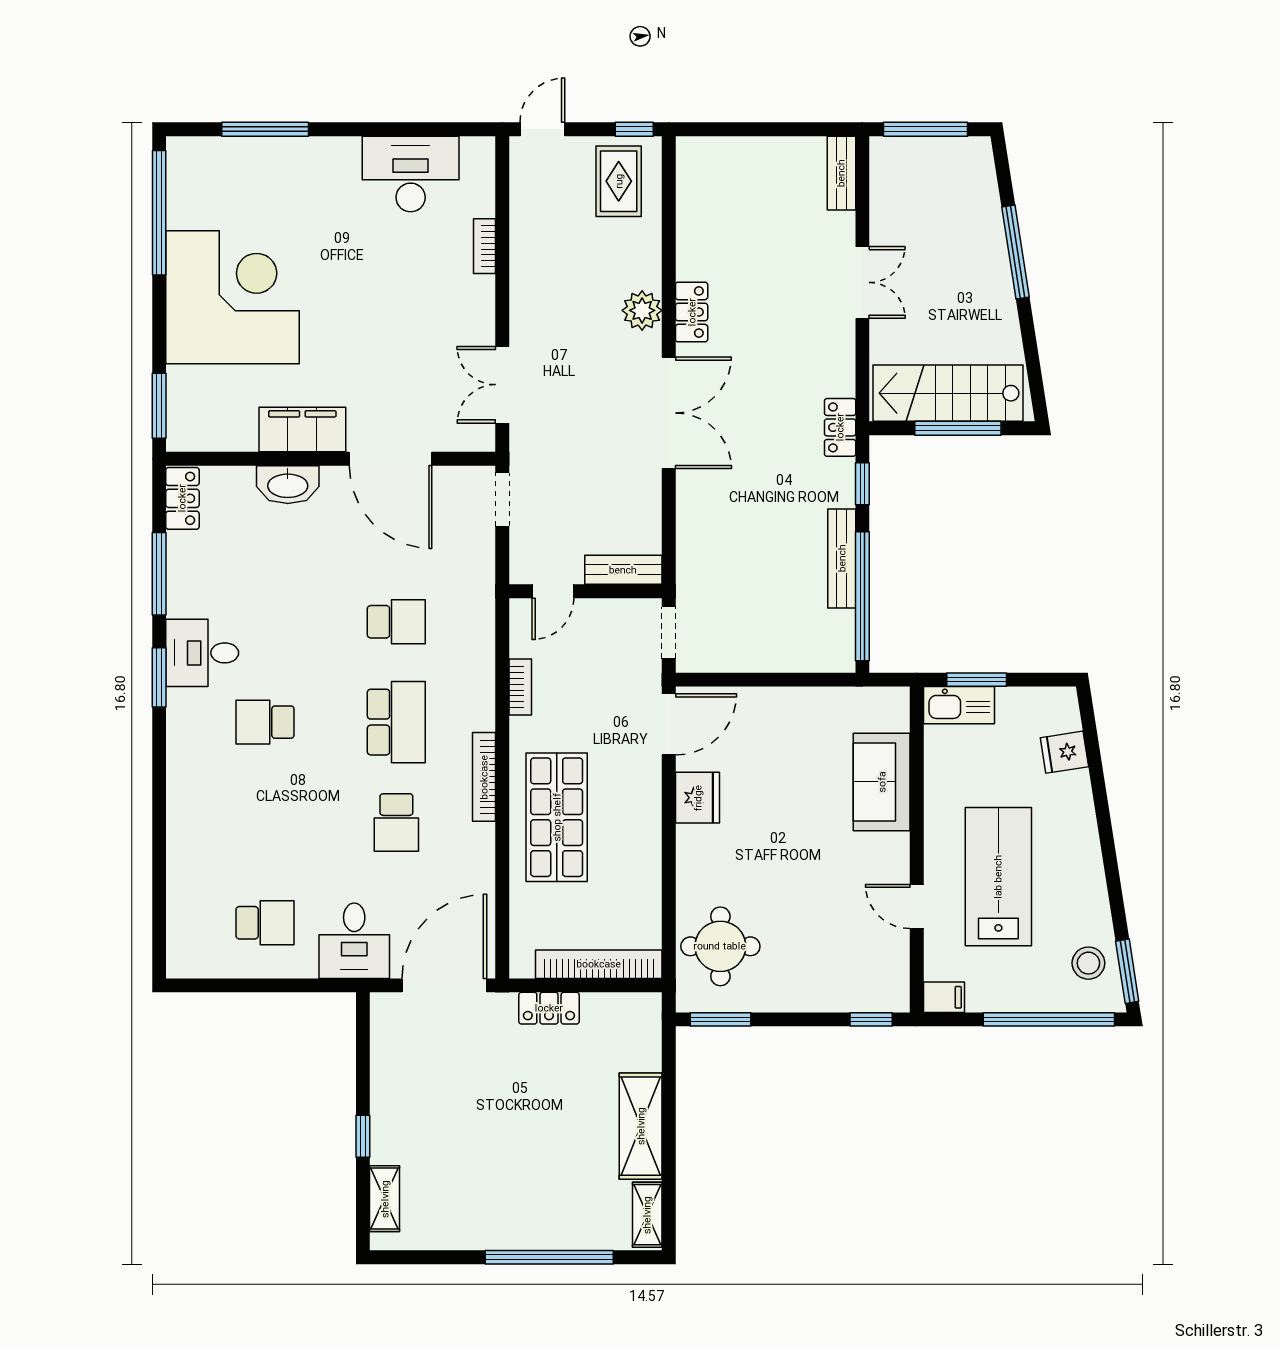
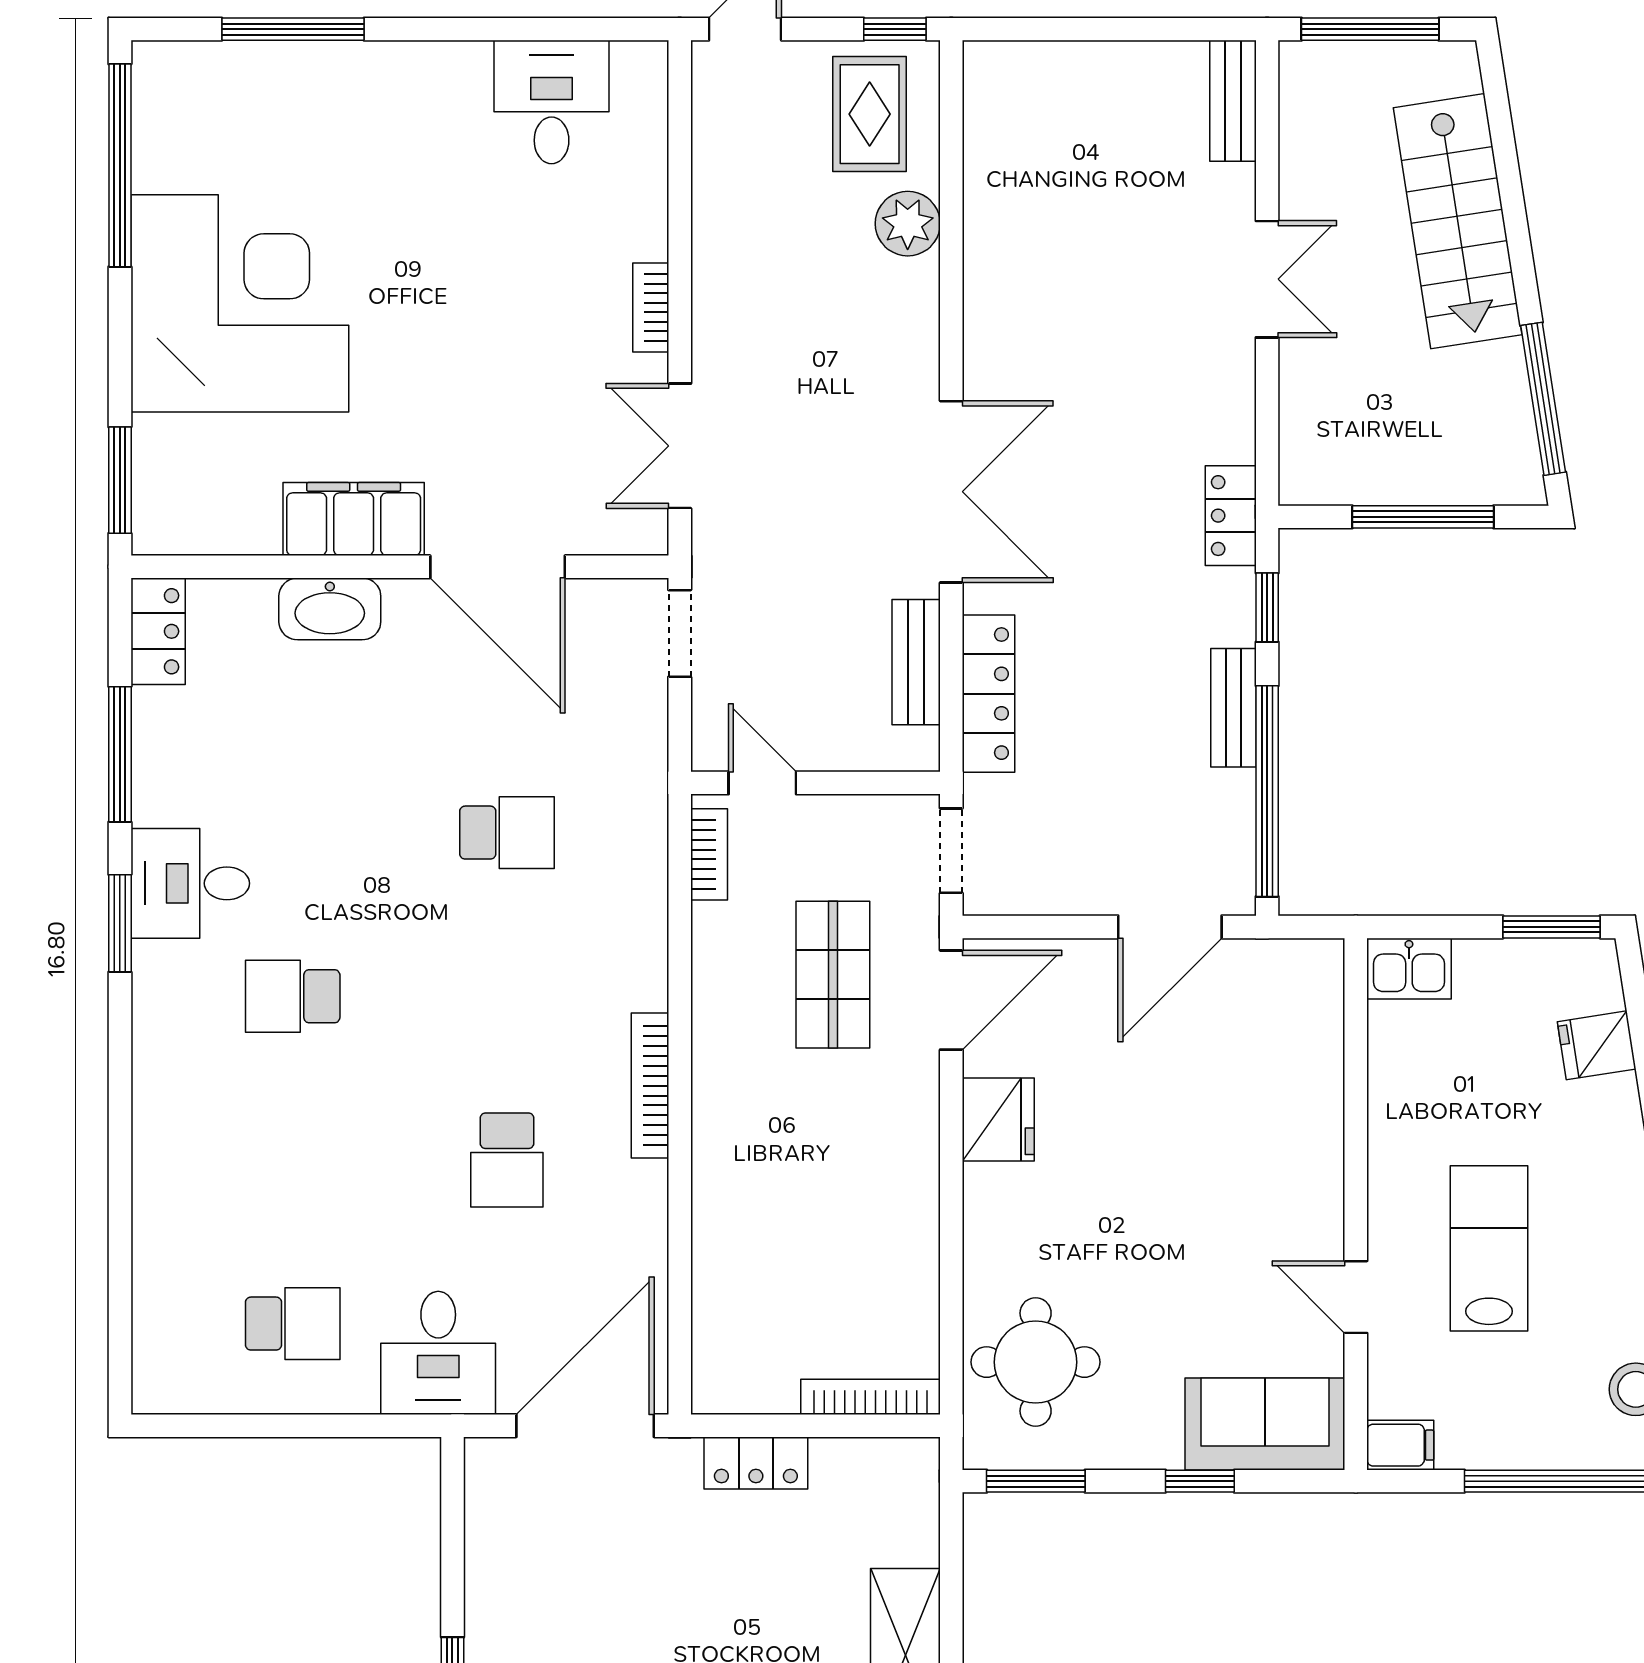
desk: (411, 174) -> (552, 102), width x0.73
bookcase: (484, 246) -> (651, 307), moved
window: (1015, 252) -> (1543, 399), moved
plant: (642, 310) -> (908, 224), moved
locker: (692, 312) -> (988, 694), moved, width x1.53
stairs: (948, 393) -> (1458, 221), moved, turned -99
bench: (842, 558) -> (1233, 708), width x0.73
bench: (623, 570) -> (916, 662), moved, turned 90
door: (553, 591) -> (762, 783), swing flipped
door: (803, 680) -> (1170, 927), added
window: (977, 680) -> (1552, 927), moved
bookcase: (520, 687) -> (709, 854), moved
kitchen sink: (959, 705) -> (1409, 969), width x0.73
school desk: (396, 722) -> (507, 996), removed
sofa: (882, 782) -> (1265, 1424), moved, turned 90
shop shelf: (557, 817) -> (833, 975), moved, width x0.70, depth x0.74
lab bench: (998, 877) -> (1489, 1248), width x0.73, depth x0.72
bookcase: (599, 964) -> (871, 1397), width x0.68, depth x0.76
window: (871, 1019) -> (1200, 1481), moved

